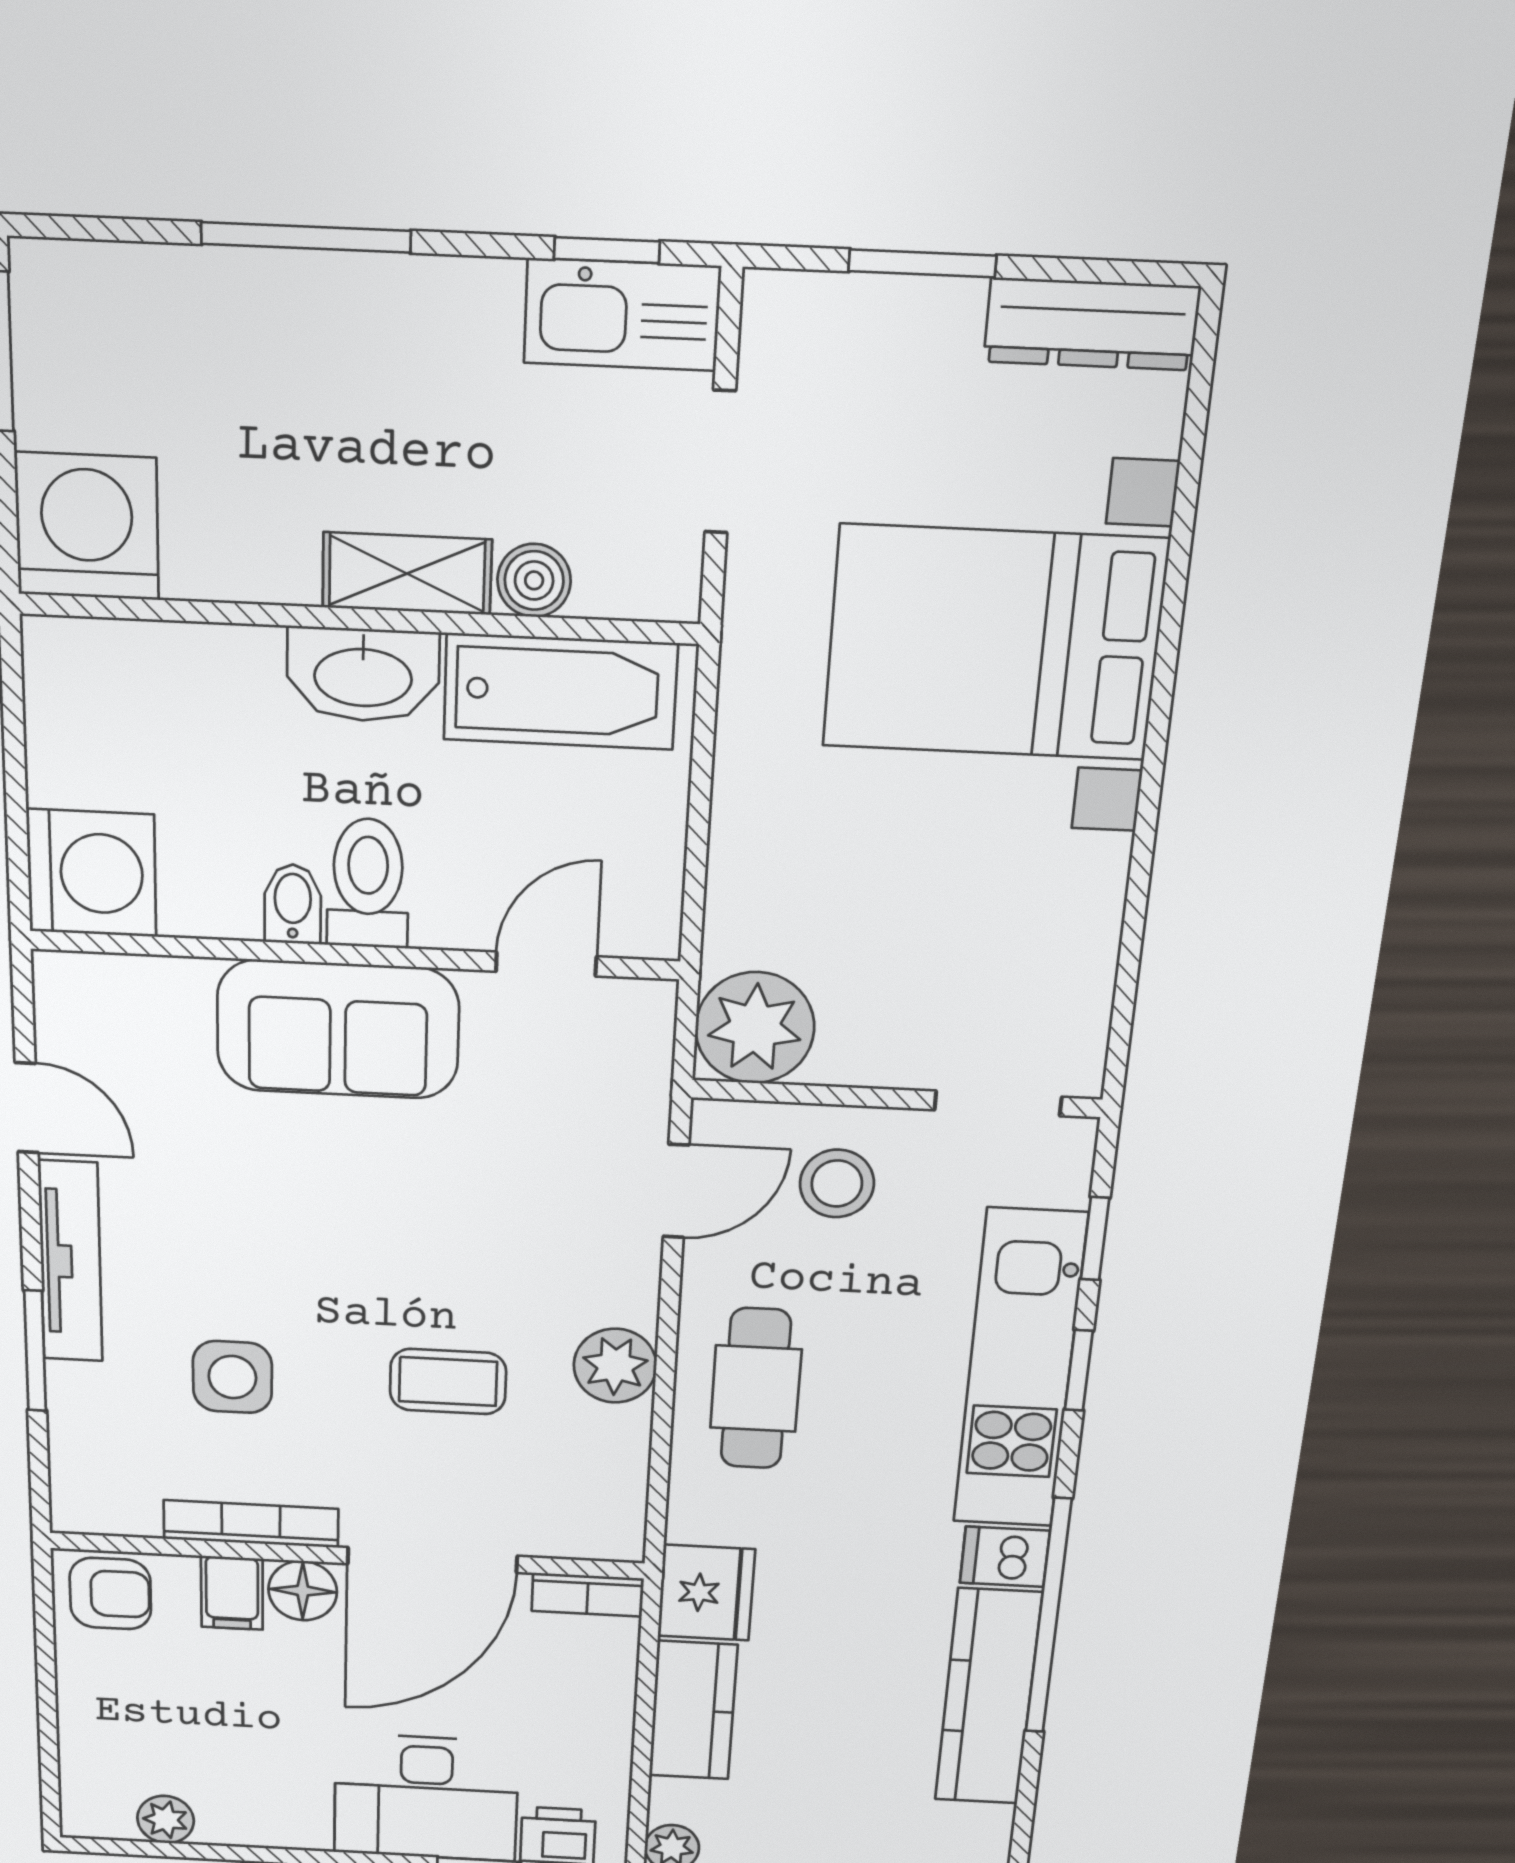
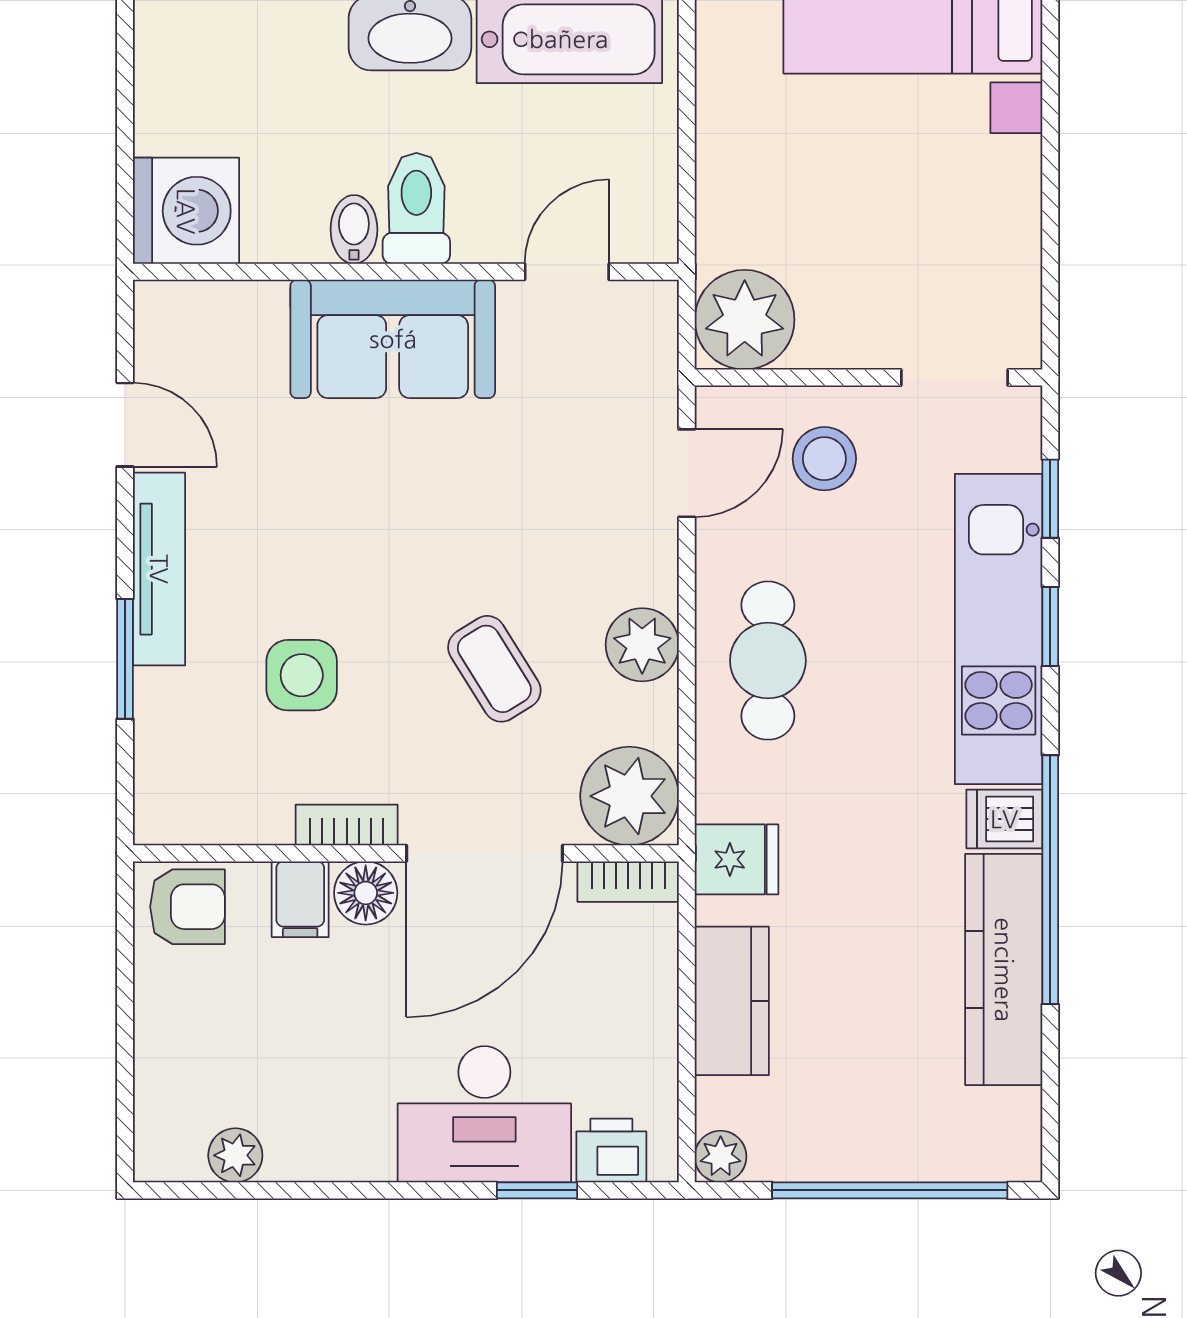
coffee table: (448, 1382) -> (494, 669), turned 58
plant: (593, 1514) -> (629, 796), added
bookcase: (251, 1524) -> (347, 825), width x0.64
fridge: (706, 1593) -> (736, 859), width x0.72

